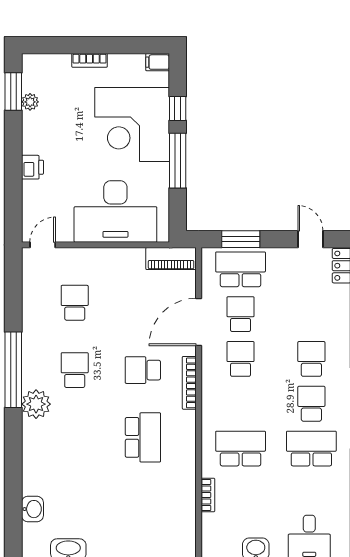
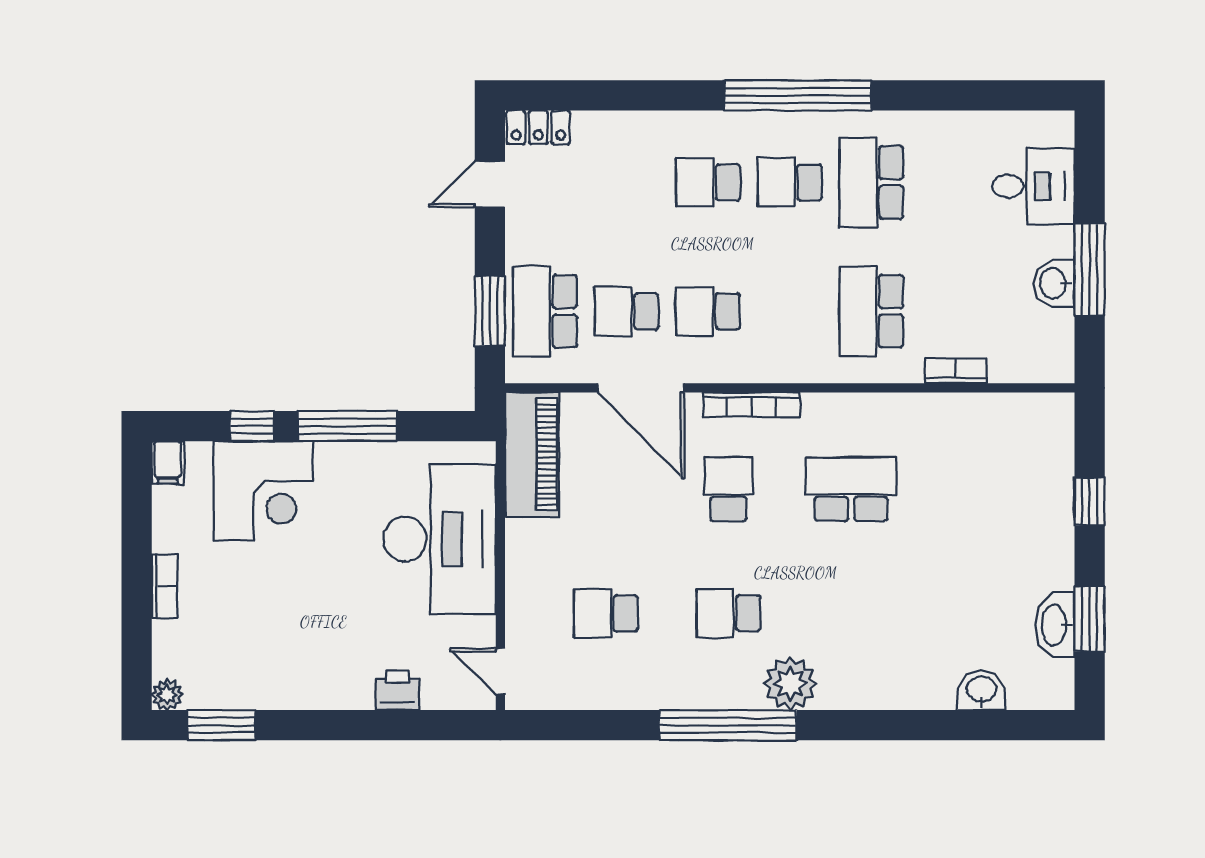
plant: (30, 102) -> (167, 695), moved
corner desk: (132, 125) -> (263, 491), width x0.74, depth x0.74
printer: (32, 167) -> (397, 690), moved
piano: (171, 259) -> (532, 455), width x1.37, depth x1.33
school desk: (143, 370) -> (728, 489), turned 180

